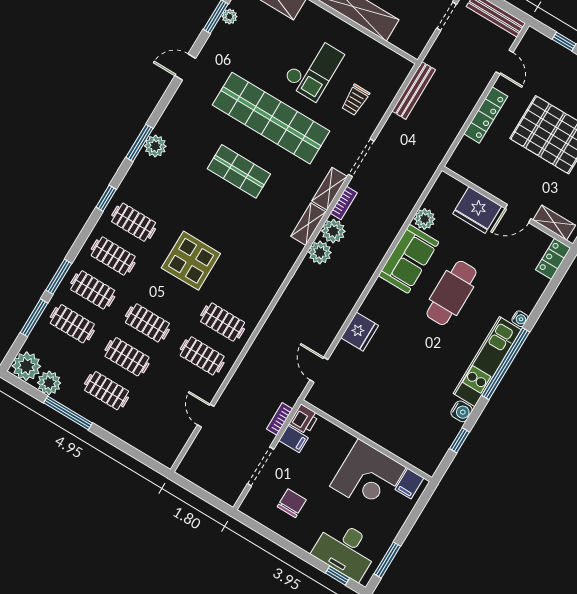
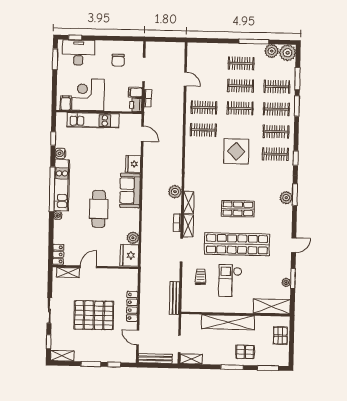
fridge: (477, 210) -> (129, 255), moved, turned -90
plant: (333, 231) -> (174, 206), removed
sofa: (409, 259) -> (130, 191), moved
kitchen unit: (383, 433) -> (93, 120), added

